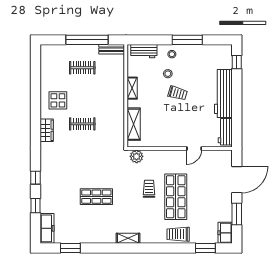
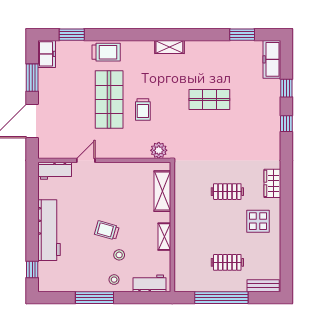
bench: (112, 49) -> (263, 286), moved
workbench: (225, 132) -> (55, 171), moved, turned 90

